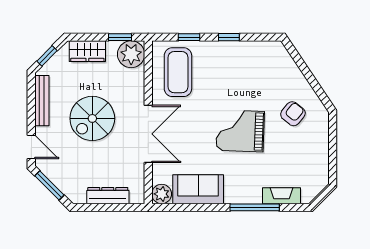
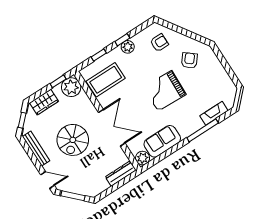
plant: (230, 50) -> (128, 47), added
armchair: (271, 69) -> (159, 43), added
coffee table: (178, 72) -> (106, 80), turned 90
dresser: (108, 196) -> (121, 174), moved

